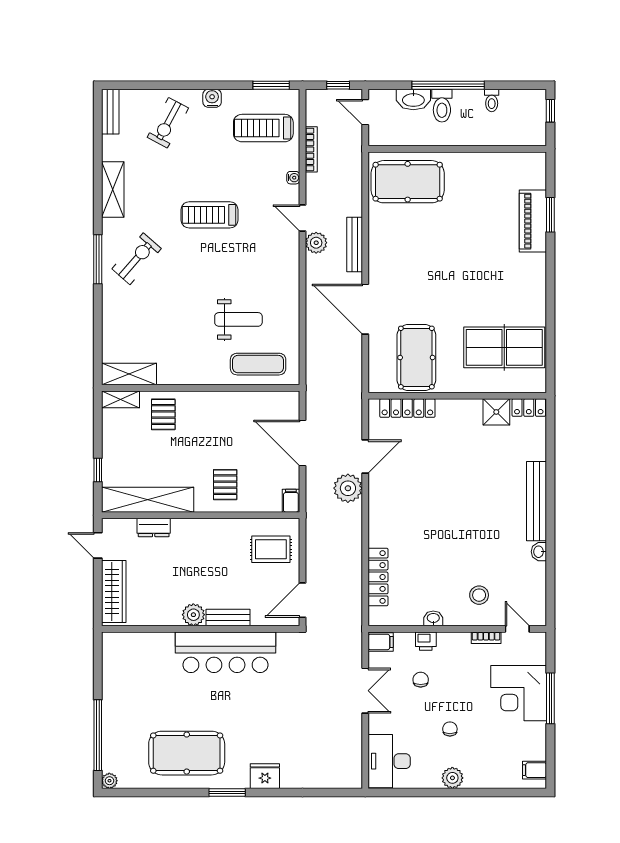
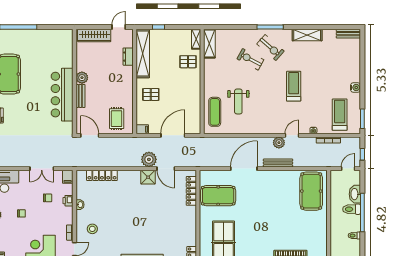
exercise bike: (168, 123) -> (250, 59), moved
shower: (496, 412) -> (148, 177), moved

